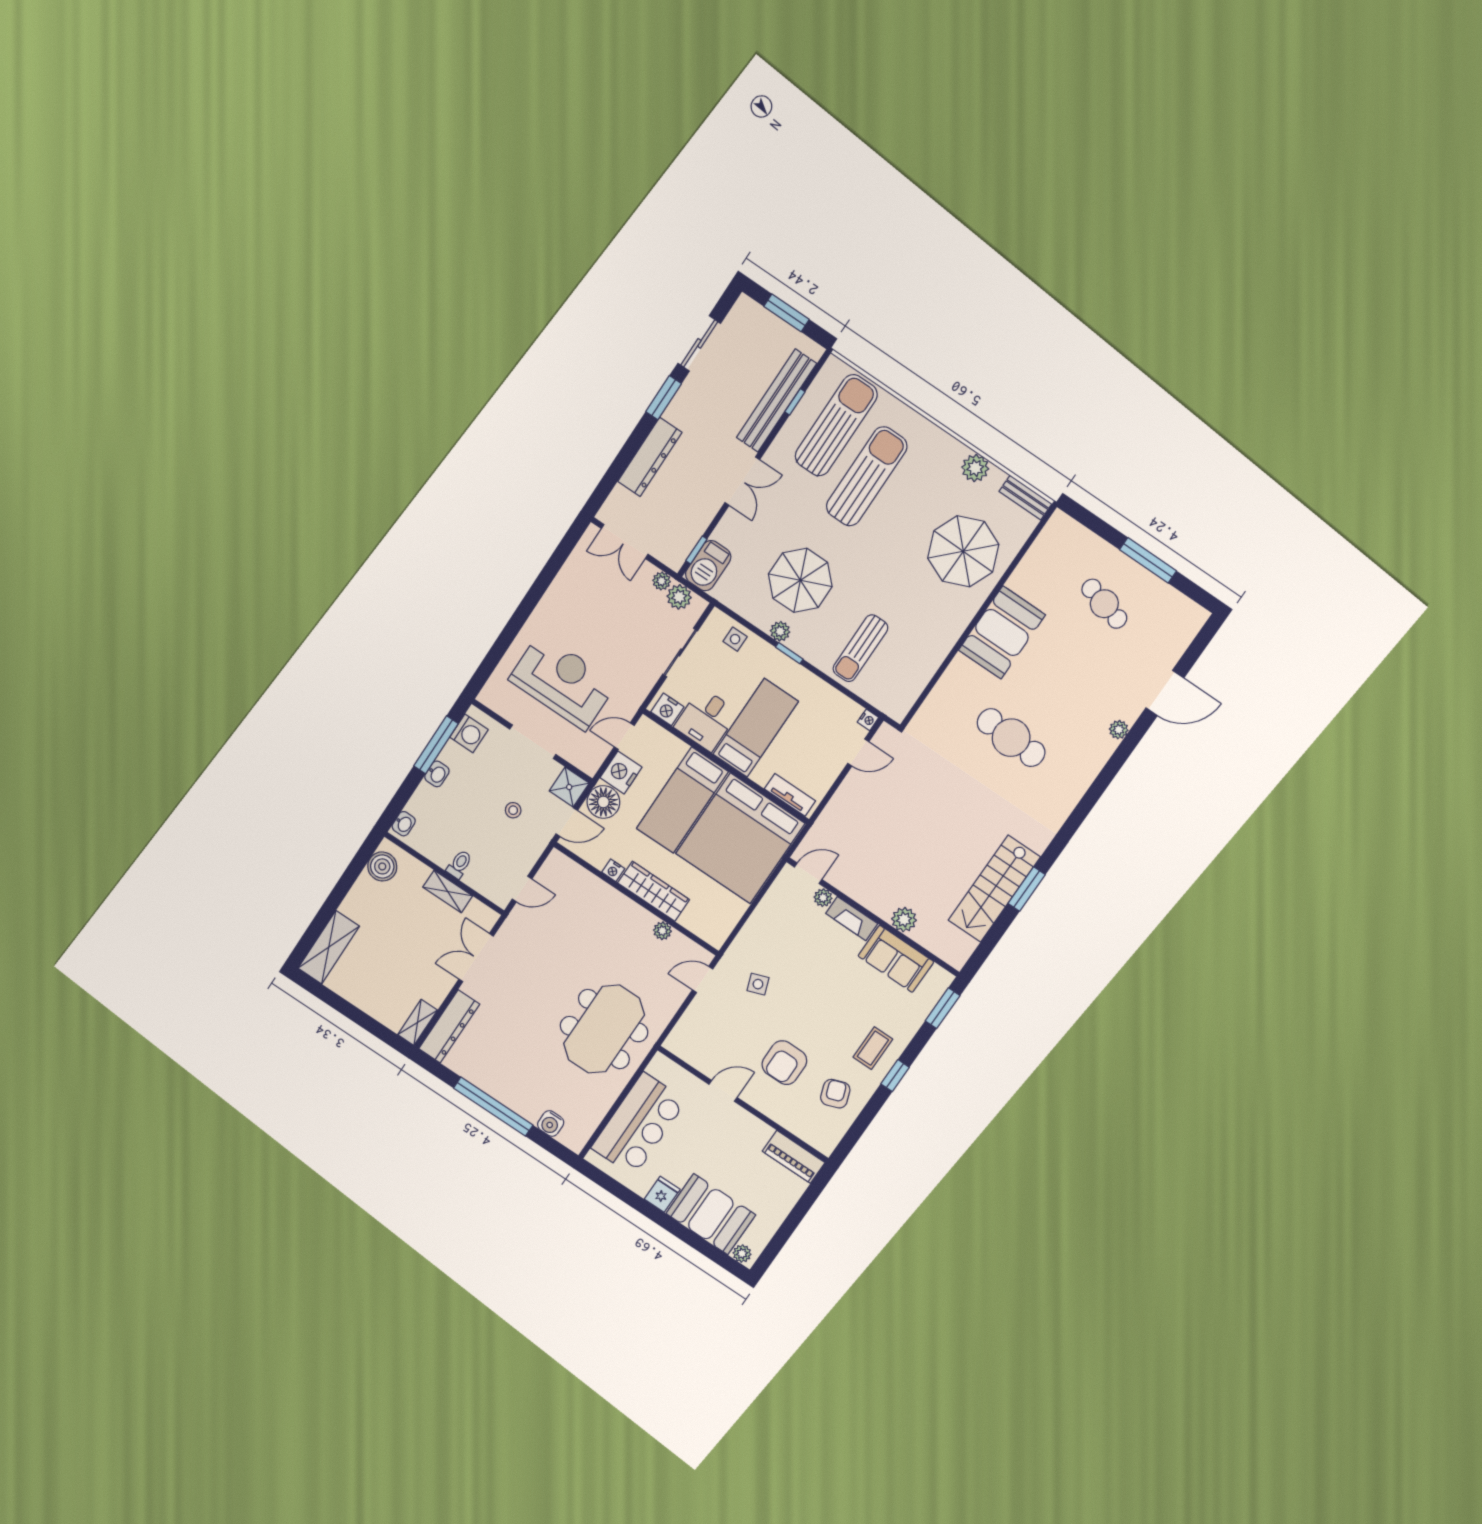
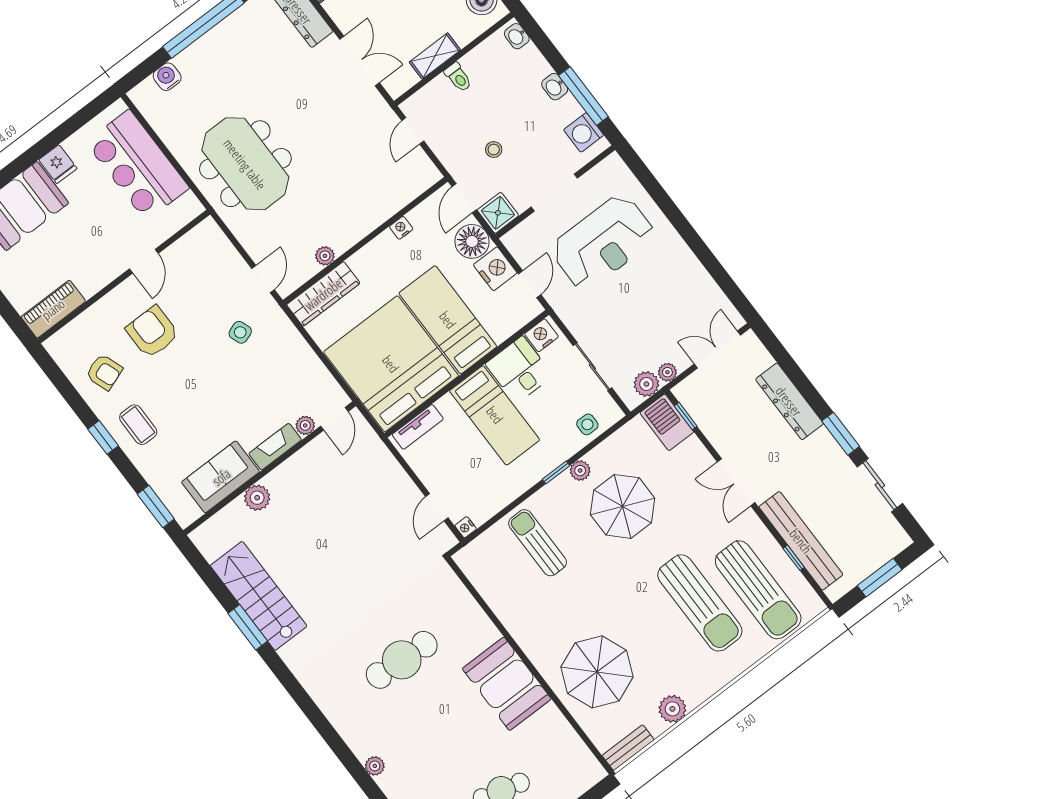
wardrobe: (654, 891) -> (323, 294), moved

